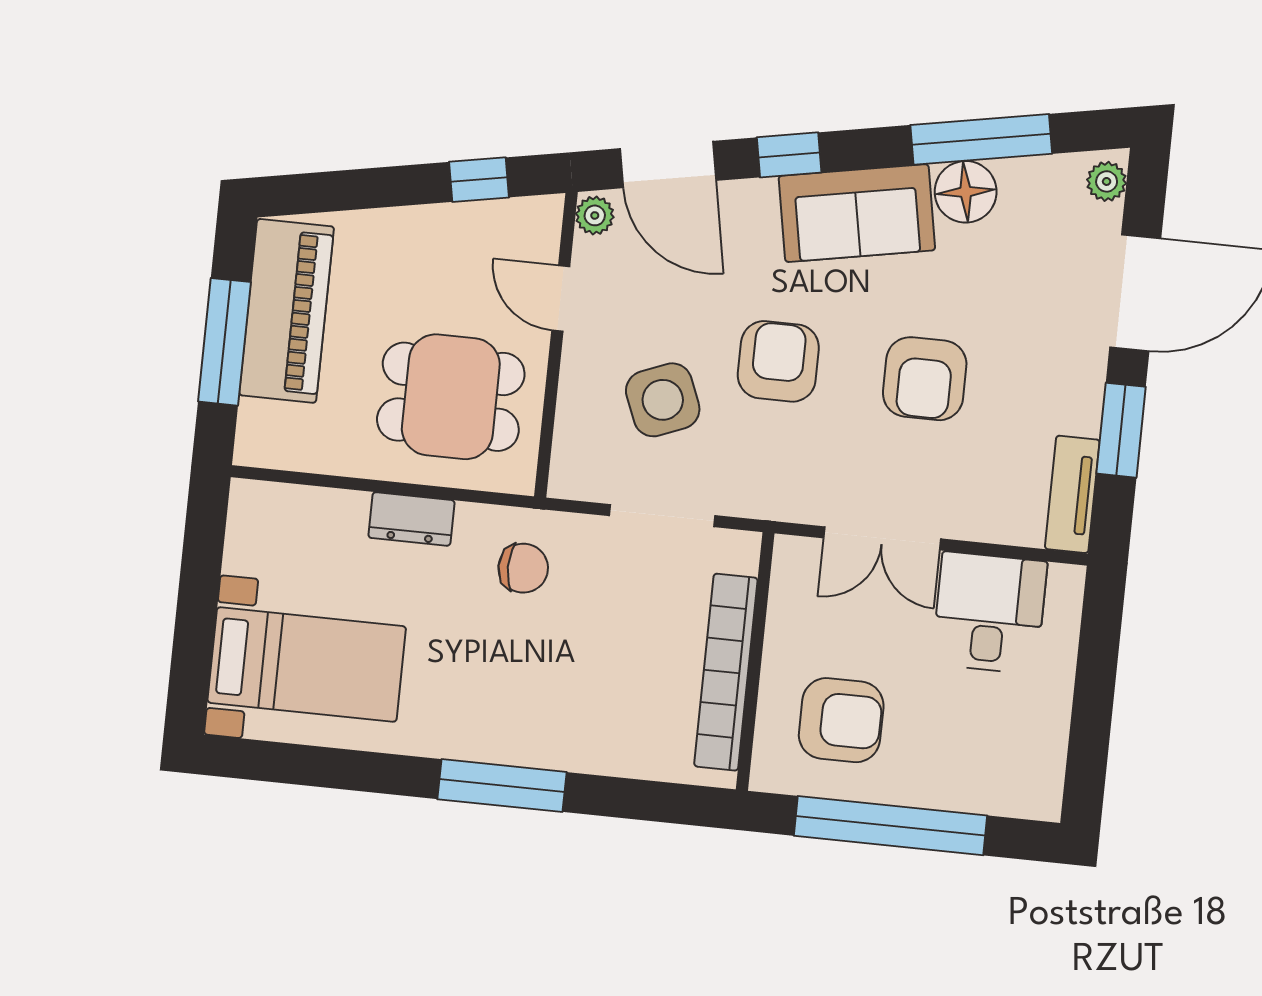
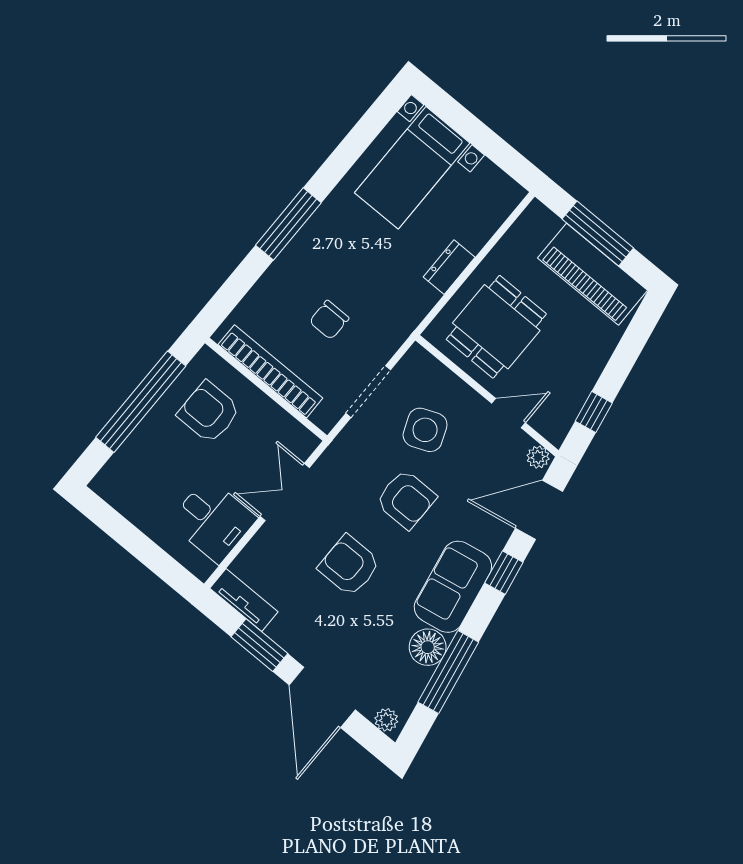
chair: (523, 568) -> (329, 320), moved
armchair: (841, 720) -> (209, 412), turned 90

